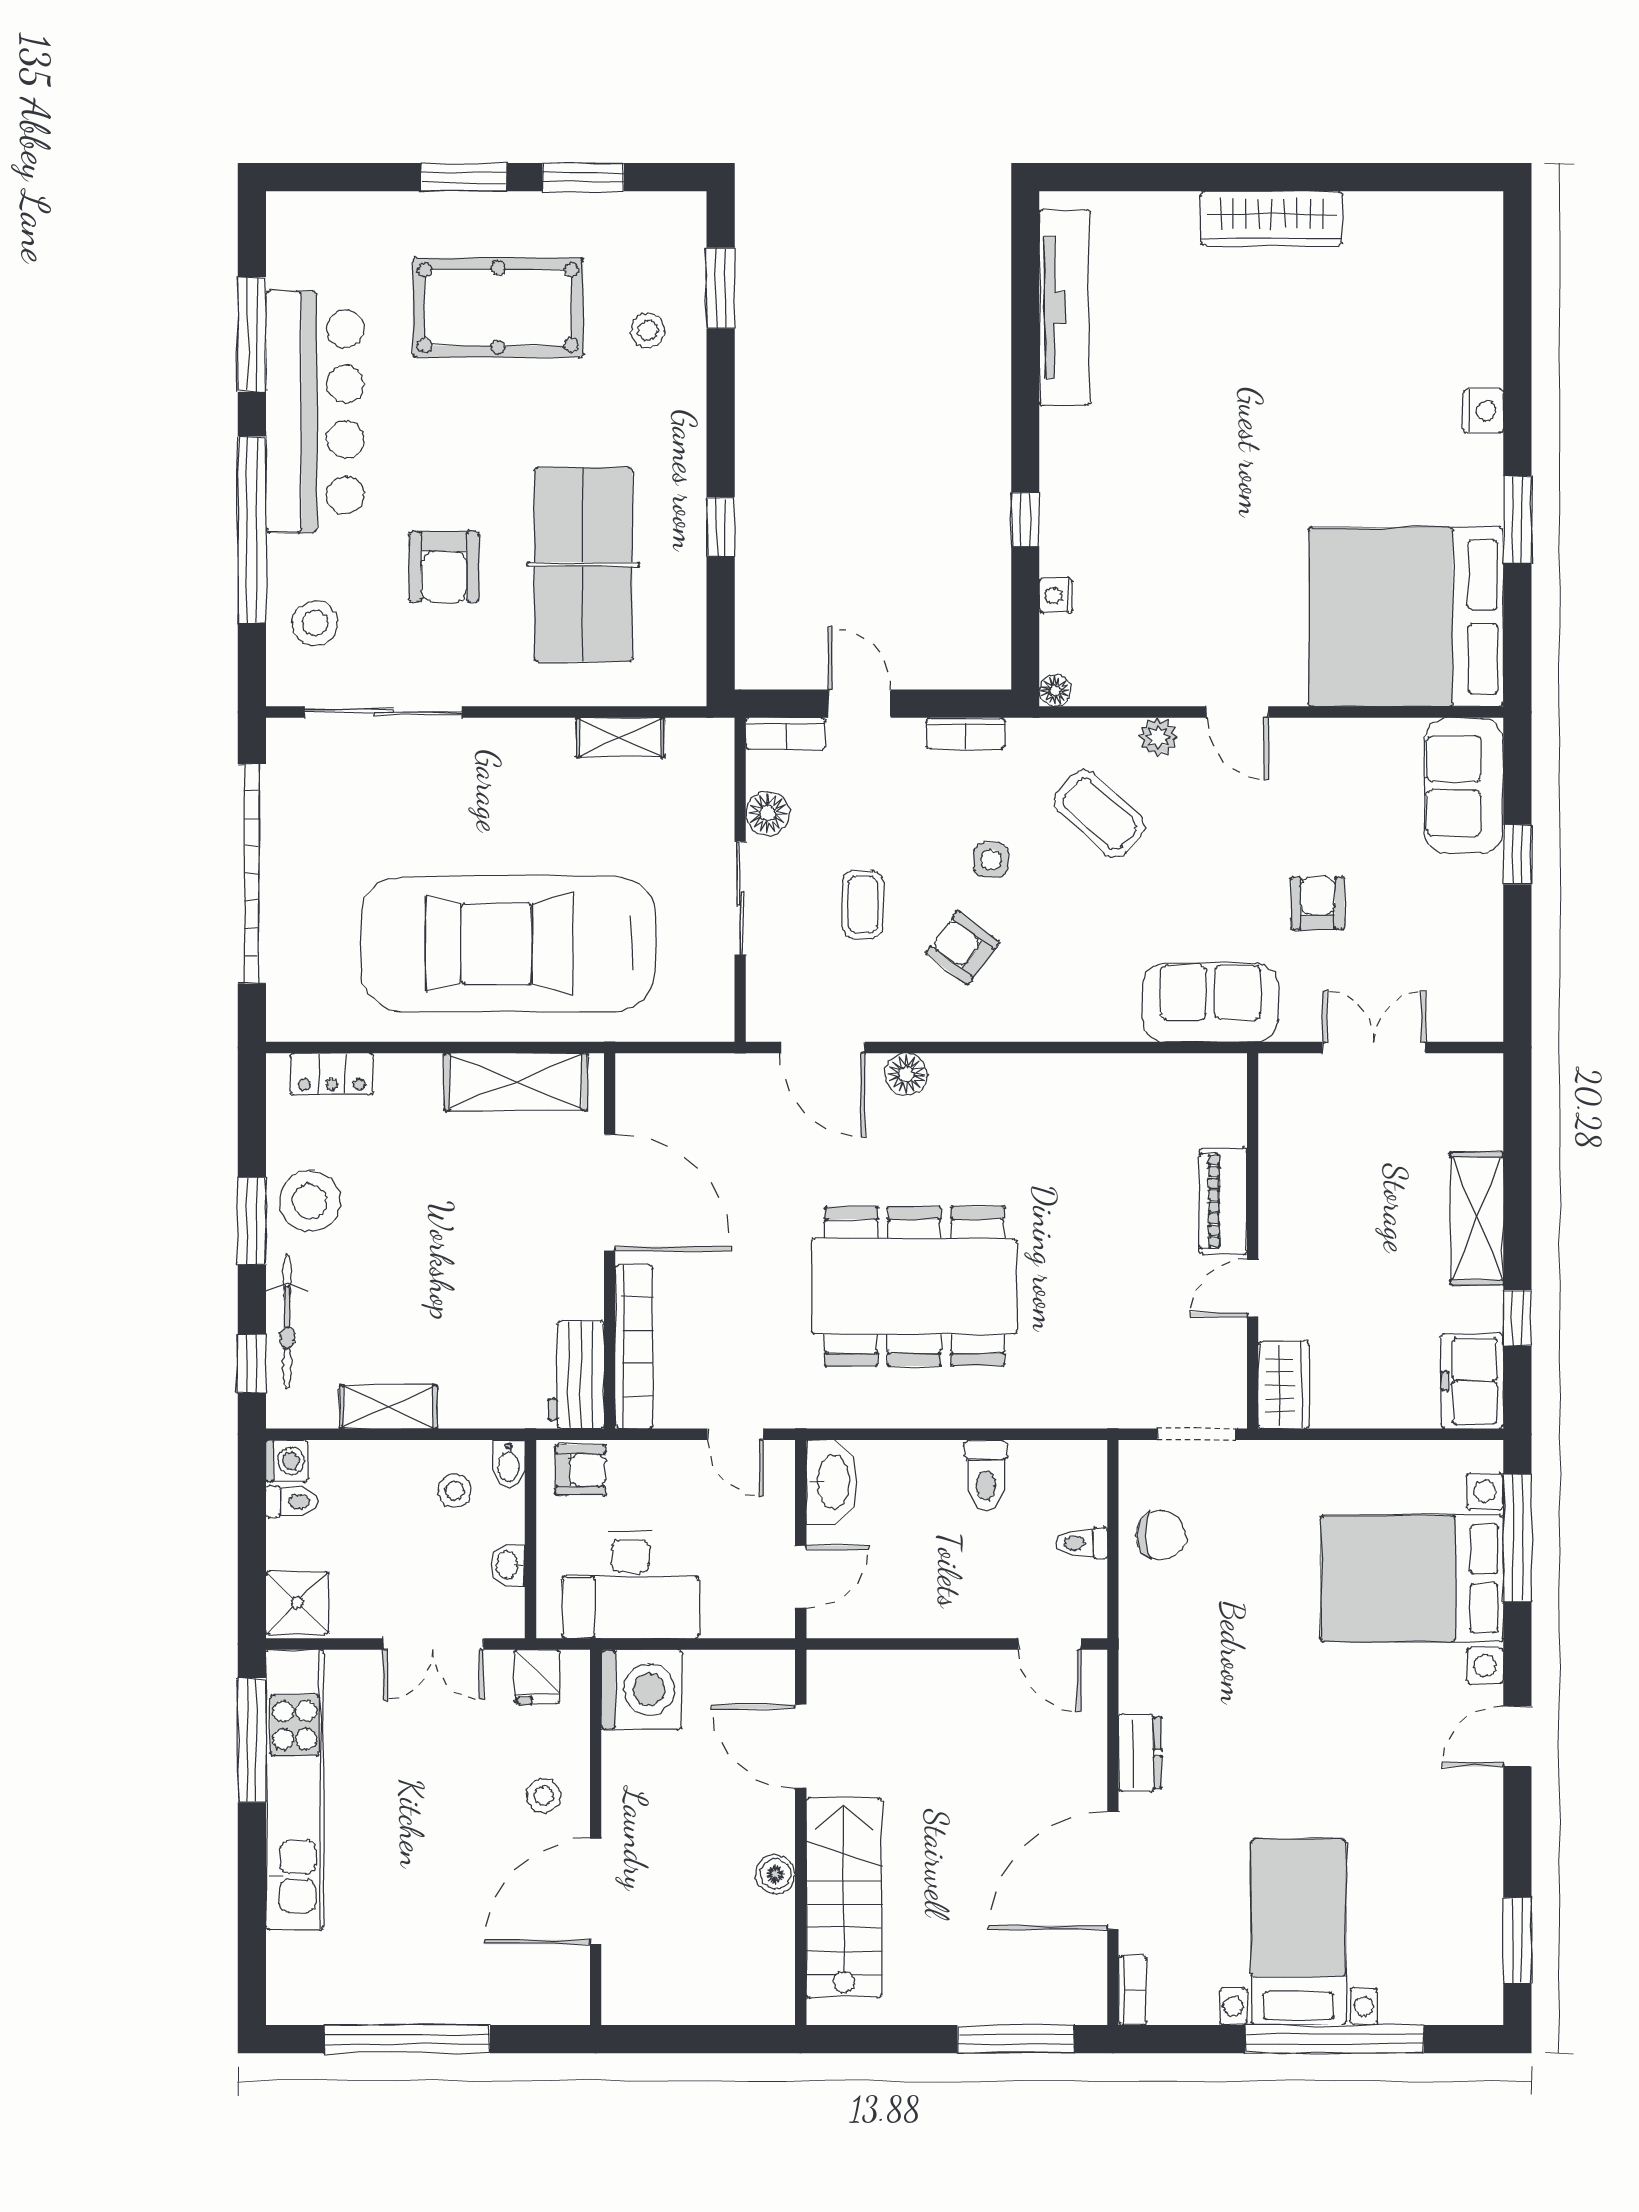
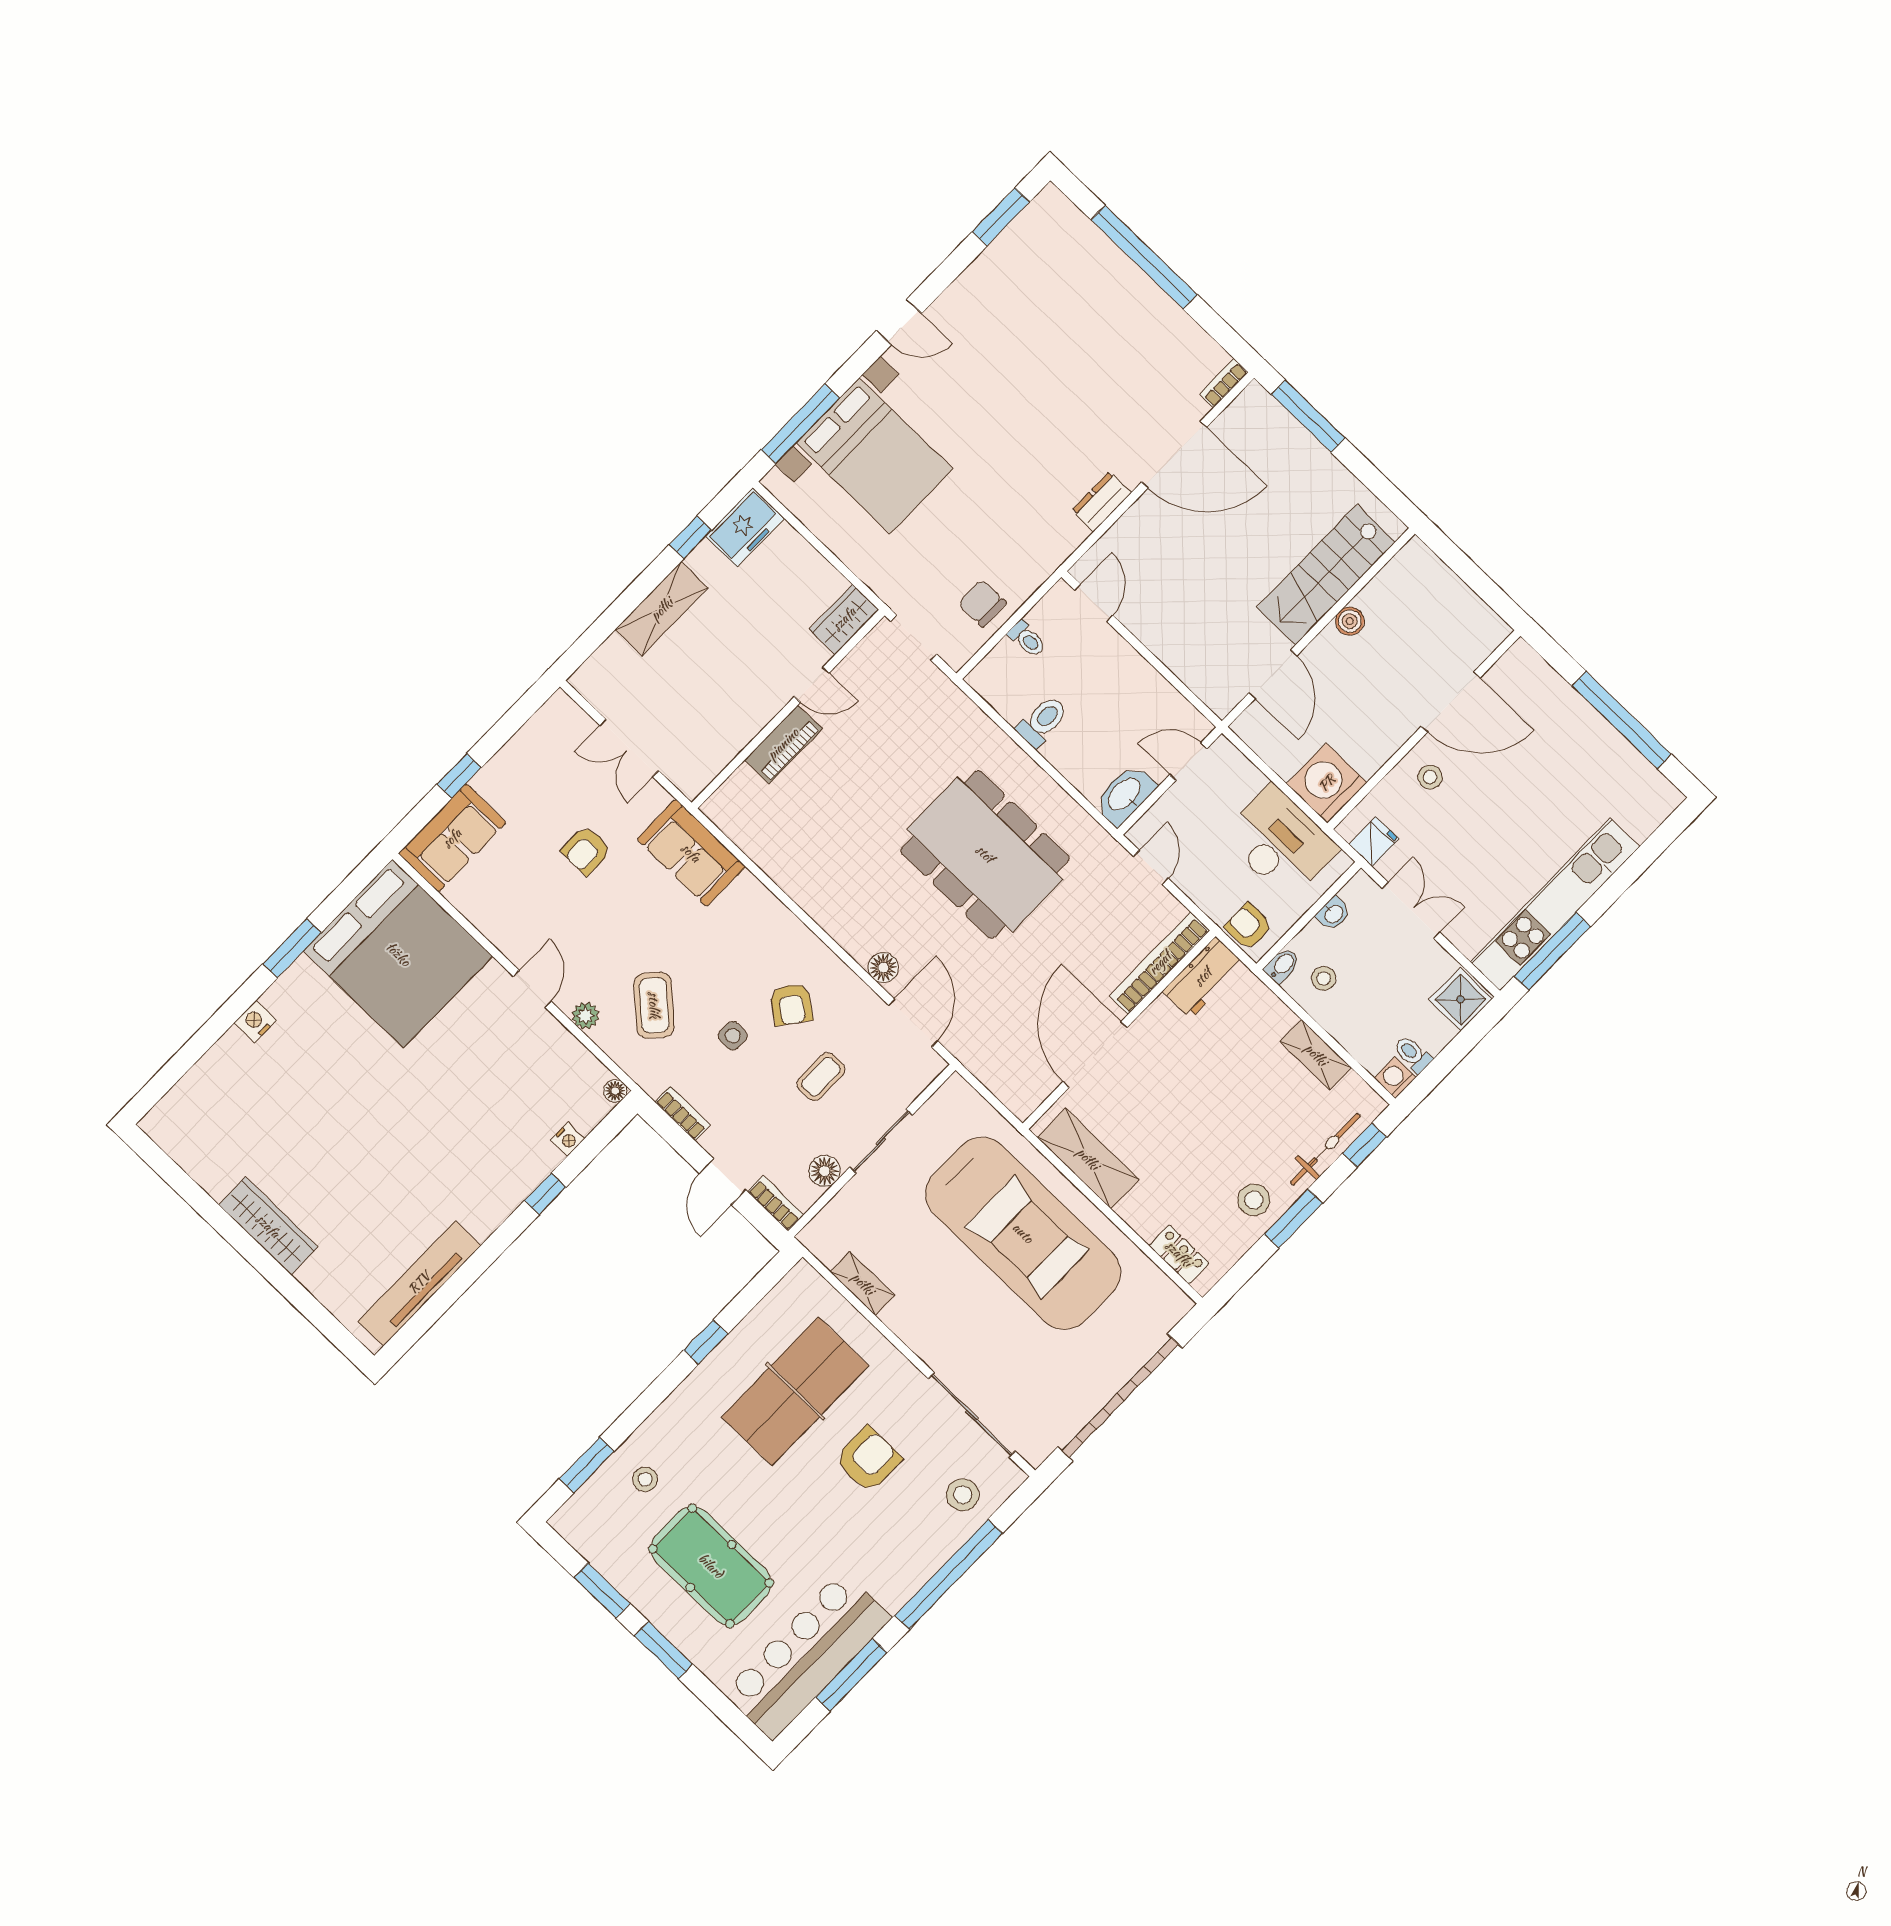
bar counter: (315, 412) -> (807, 1655), moved
stool: (310, 1201) -> (1254, 1200), width x0.73, depth x0.73
bed with nightstands: (1298, 1932) -> (1109, 330), removed

